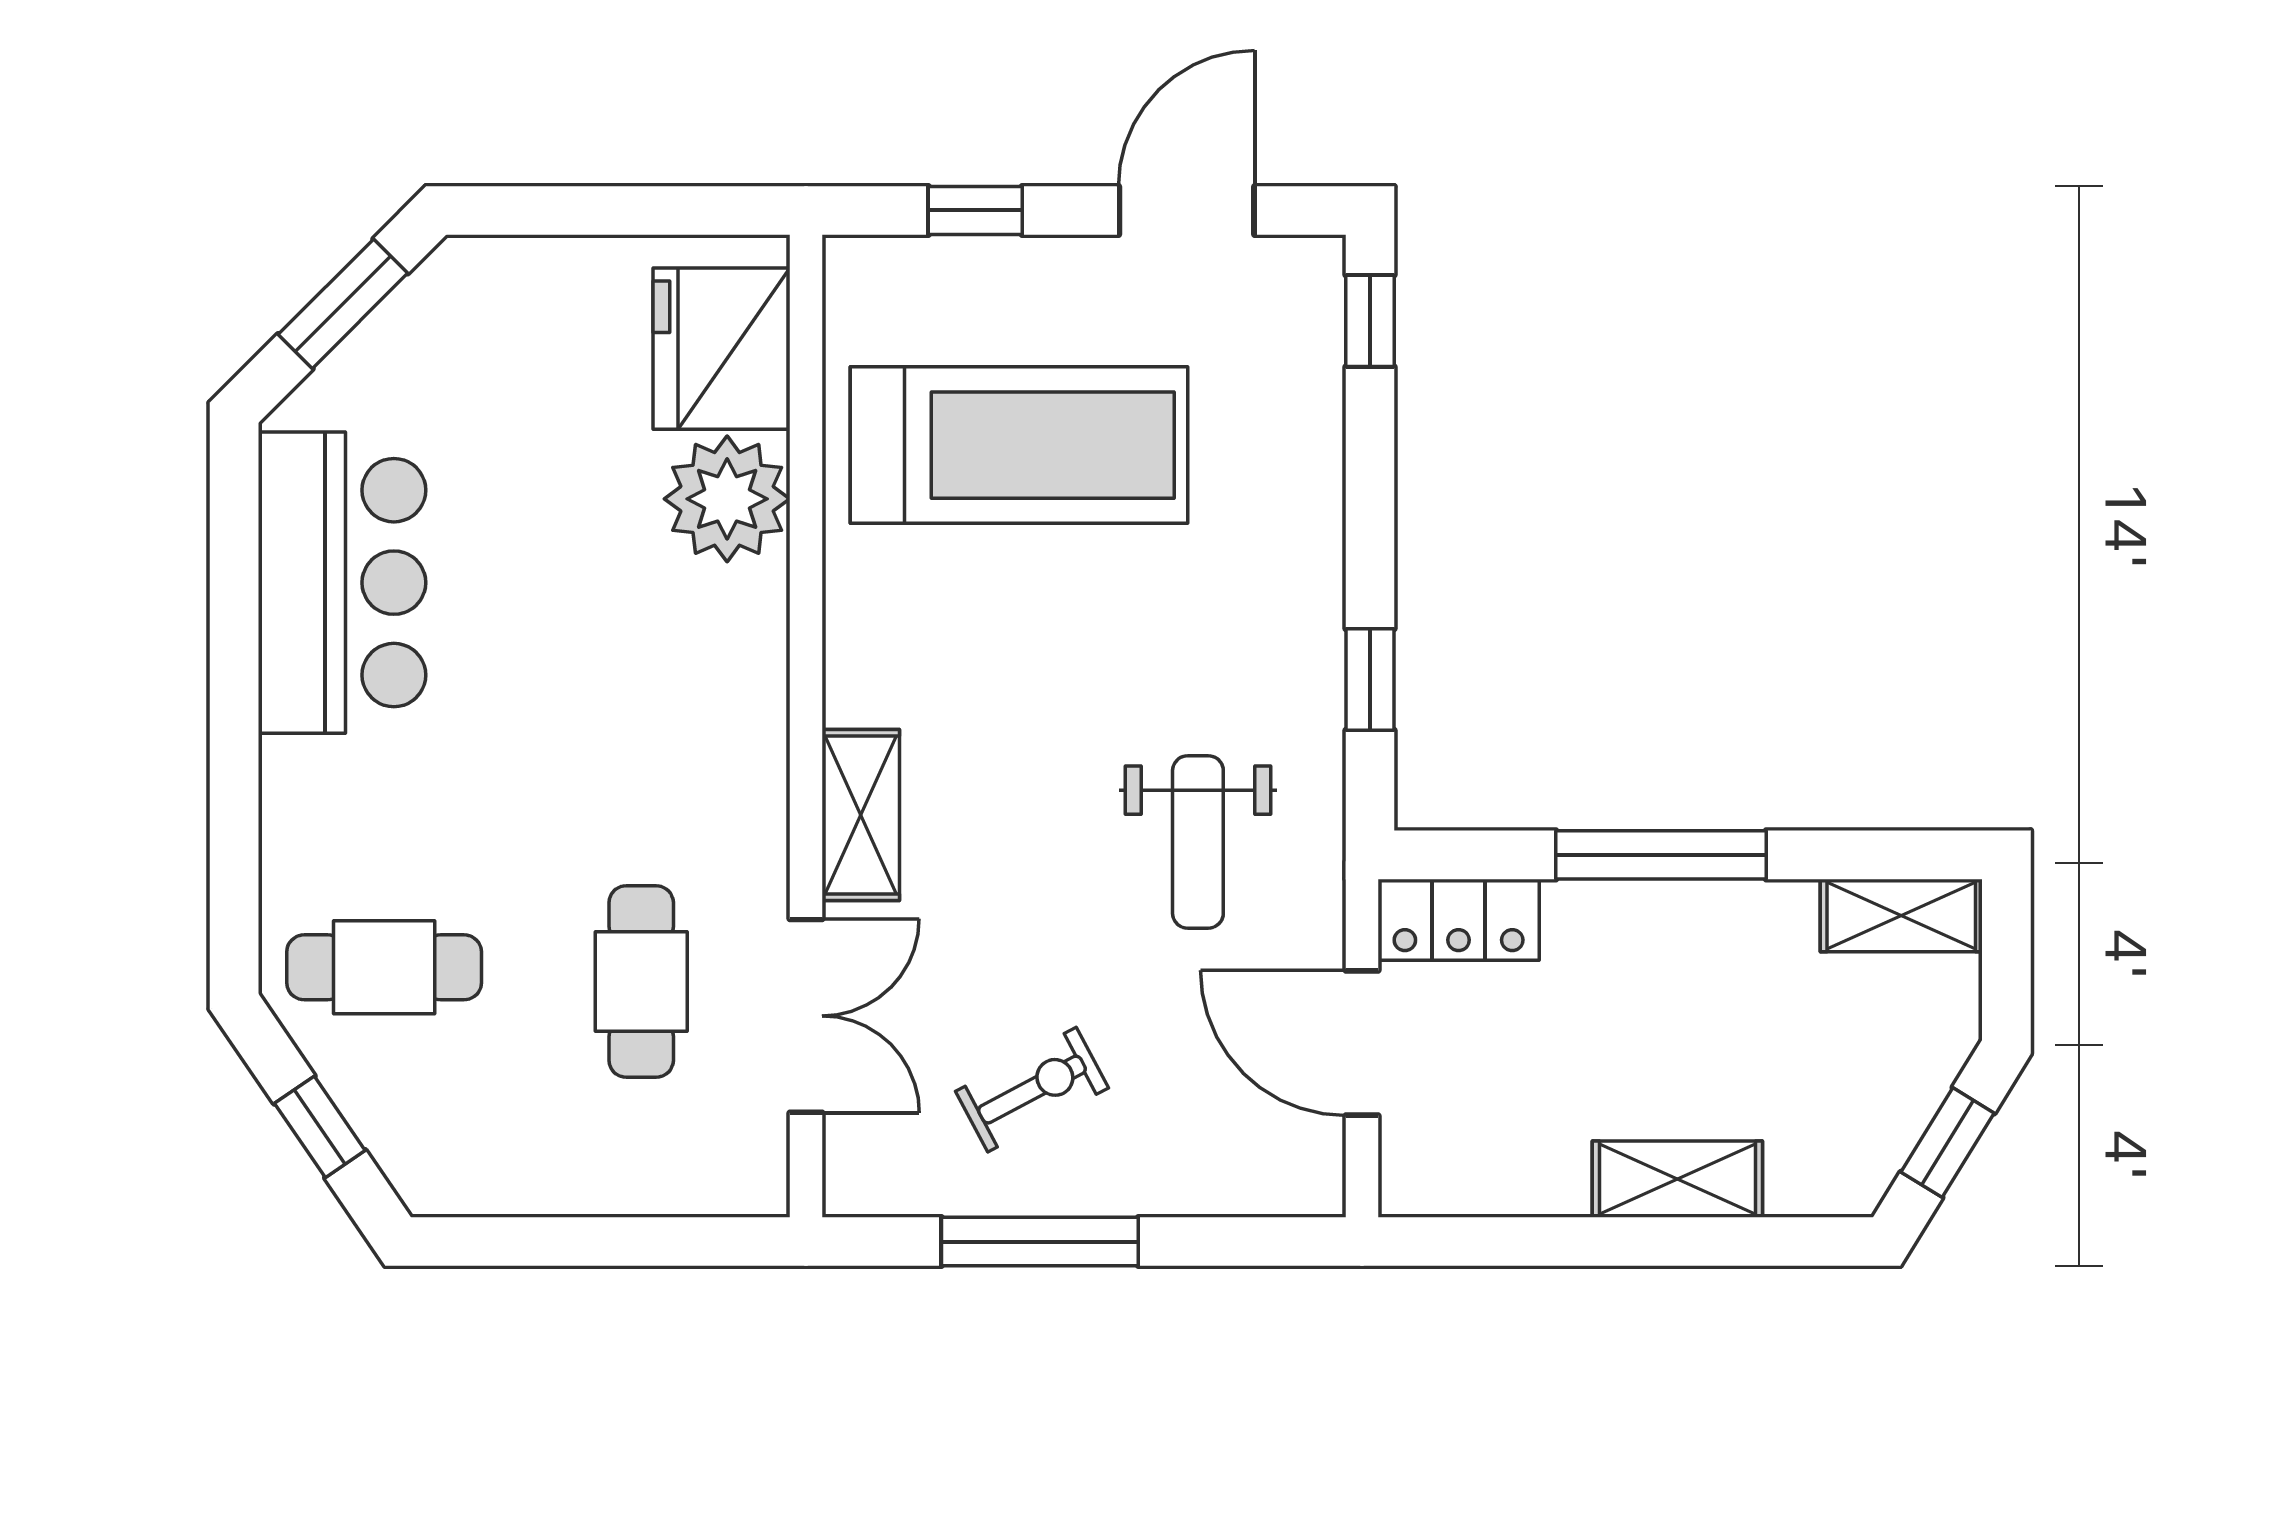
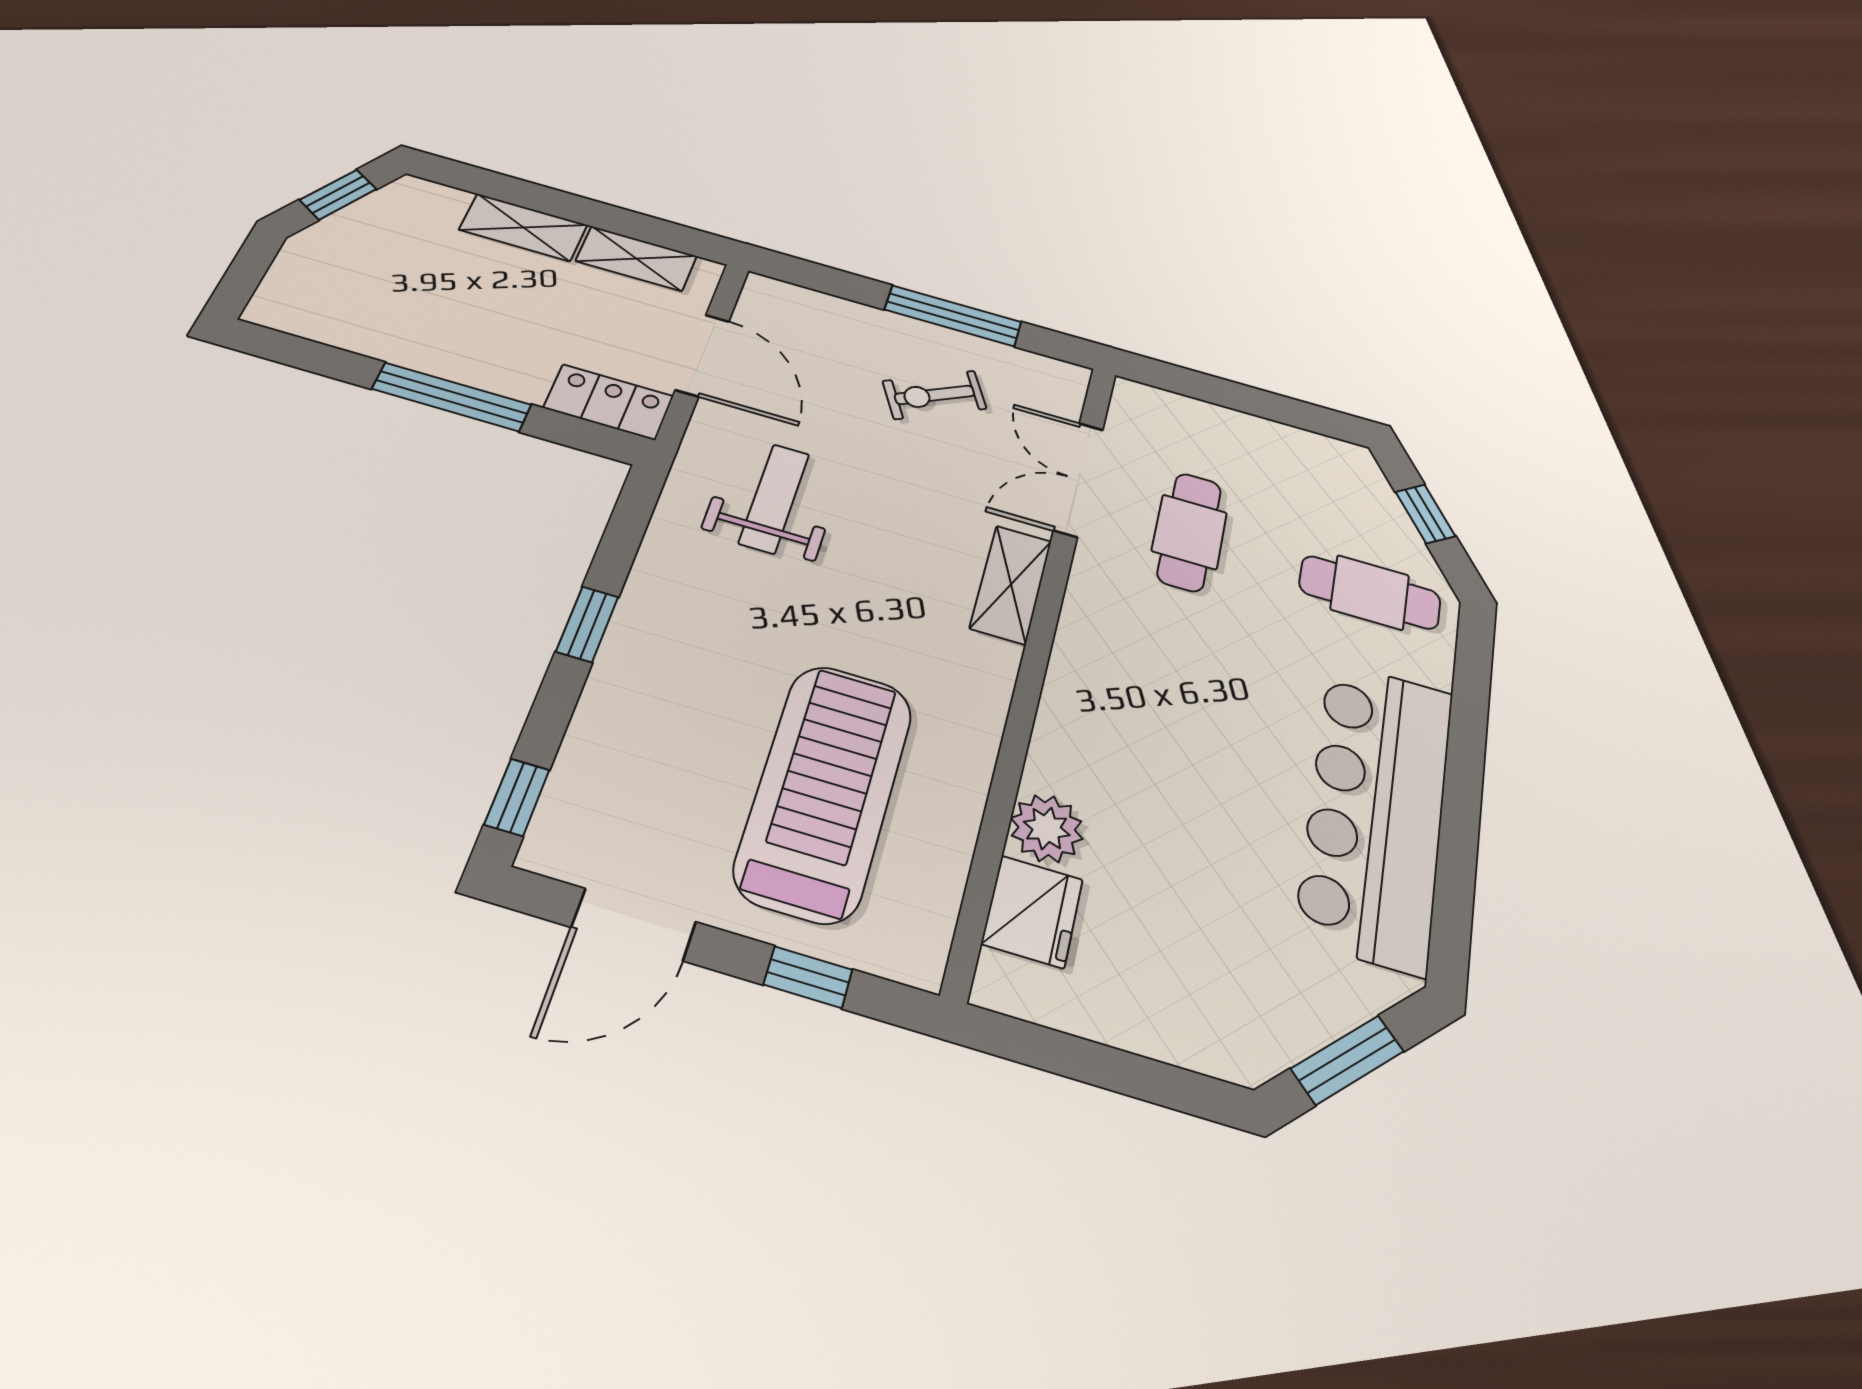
fridge: (722, 349) -> (1032, 912), width x0.73, depth x0.75
treadmill: (1019, 445) -> (825, 791), turned 90
plant: (727, 499) -> (1047, 828), width x0.73, depth x0.73
bar counter: (342, 583) -> (1376, 812), width x1.36
window: (1370, 680) -> (587, 624), moved
shelving: (1901, 915) -> (636, 258), moved

